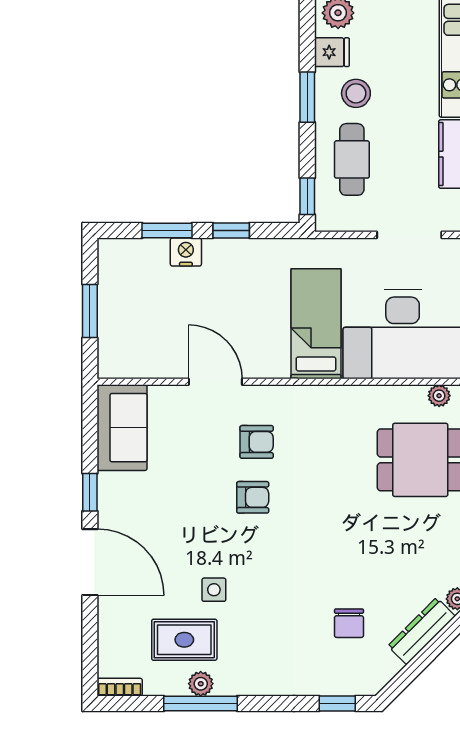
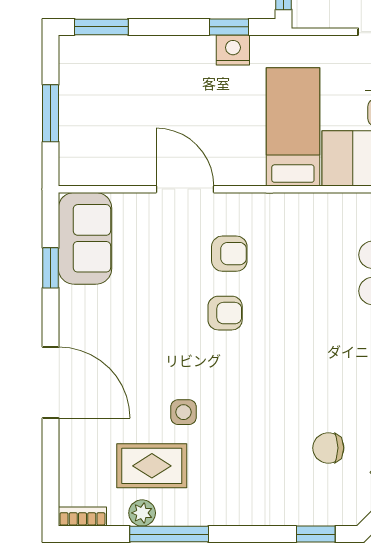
window: (167, 231) -> (101, 27), moved
window: (231, 231) -> (229, 27), moved
nightstand: (186, 252) -> (233, 50), moved
window: (90, 492) -> (51, 268), moved
chair: (349, 623) -> (328, 448), turned 90
plant: (201, 684) -> (142, 513), moved

